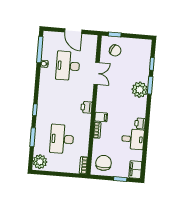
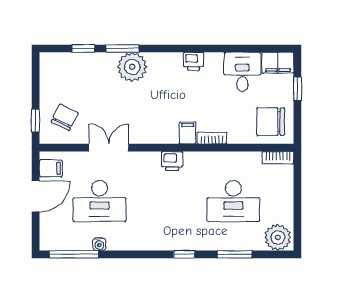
filing cabinet: (88, 41) -> (51, 168), added
desk: (133, 139) -> (242, 72), moved

